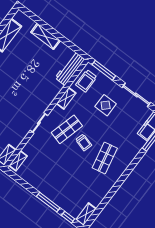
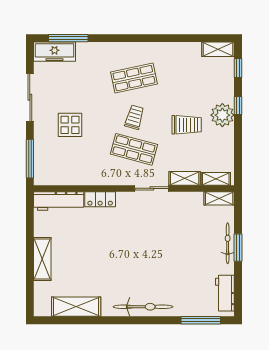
trolley: (86, 81) -> (187, 125), moved
locker: (54, 91) -> (100, 199), added
shelving: (66, 98) -> (185, 178), moved
plant: (49, 190) -> (222, 115), added
window: (48, 202) -> (238, 105), width x0.46

